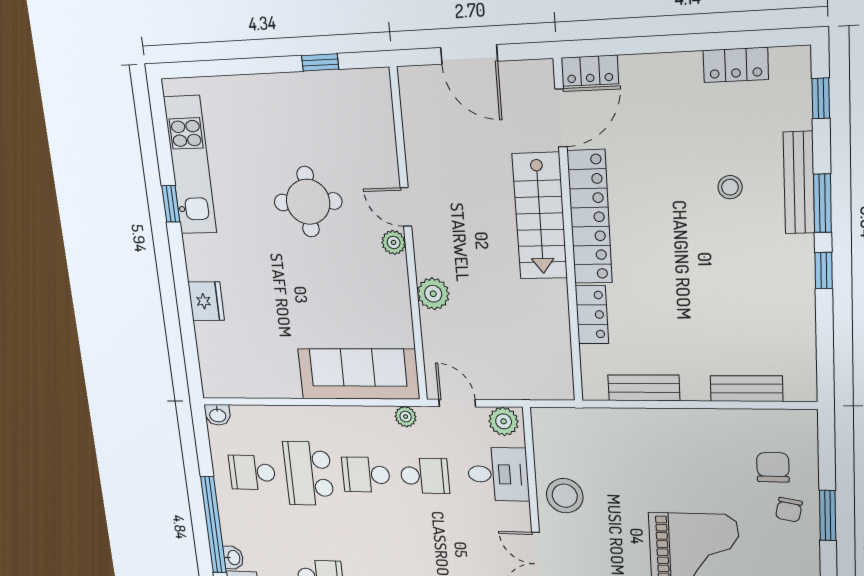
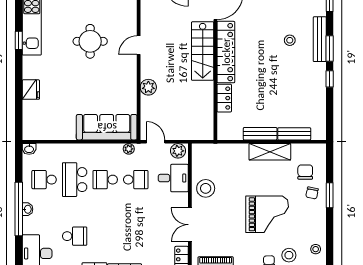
door: (406, 207) -> (139, 45), hinge flipped
plant: (394, 242) -> (131, 62), removed
bench: (644, 388) -> (260, 134), moved
shelving: (695, 425) -> (270, 152), added
washbasin: (233, 558) -> (28, 209), moved

